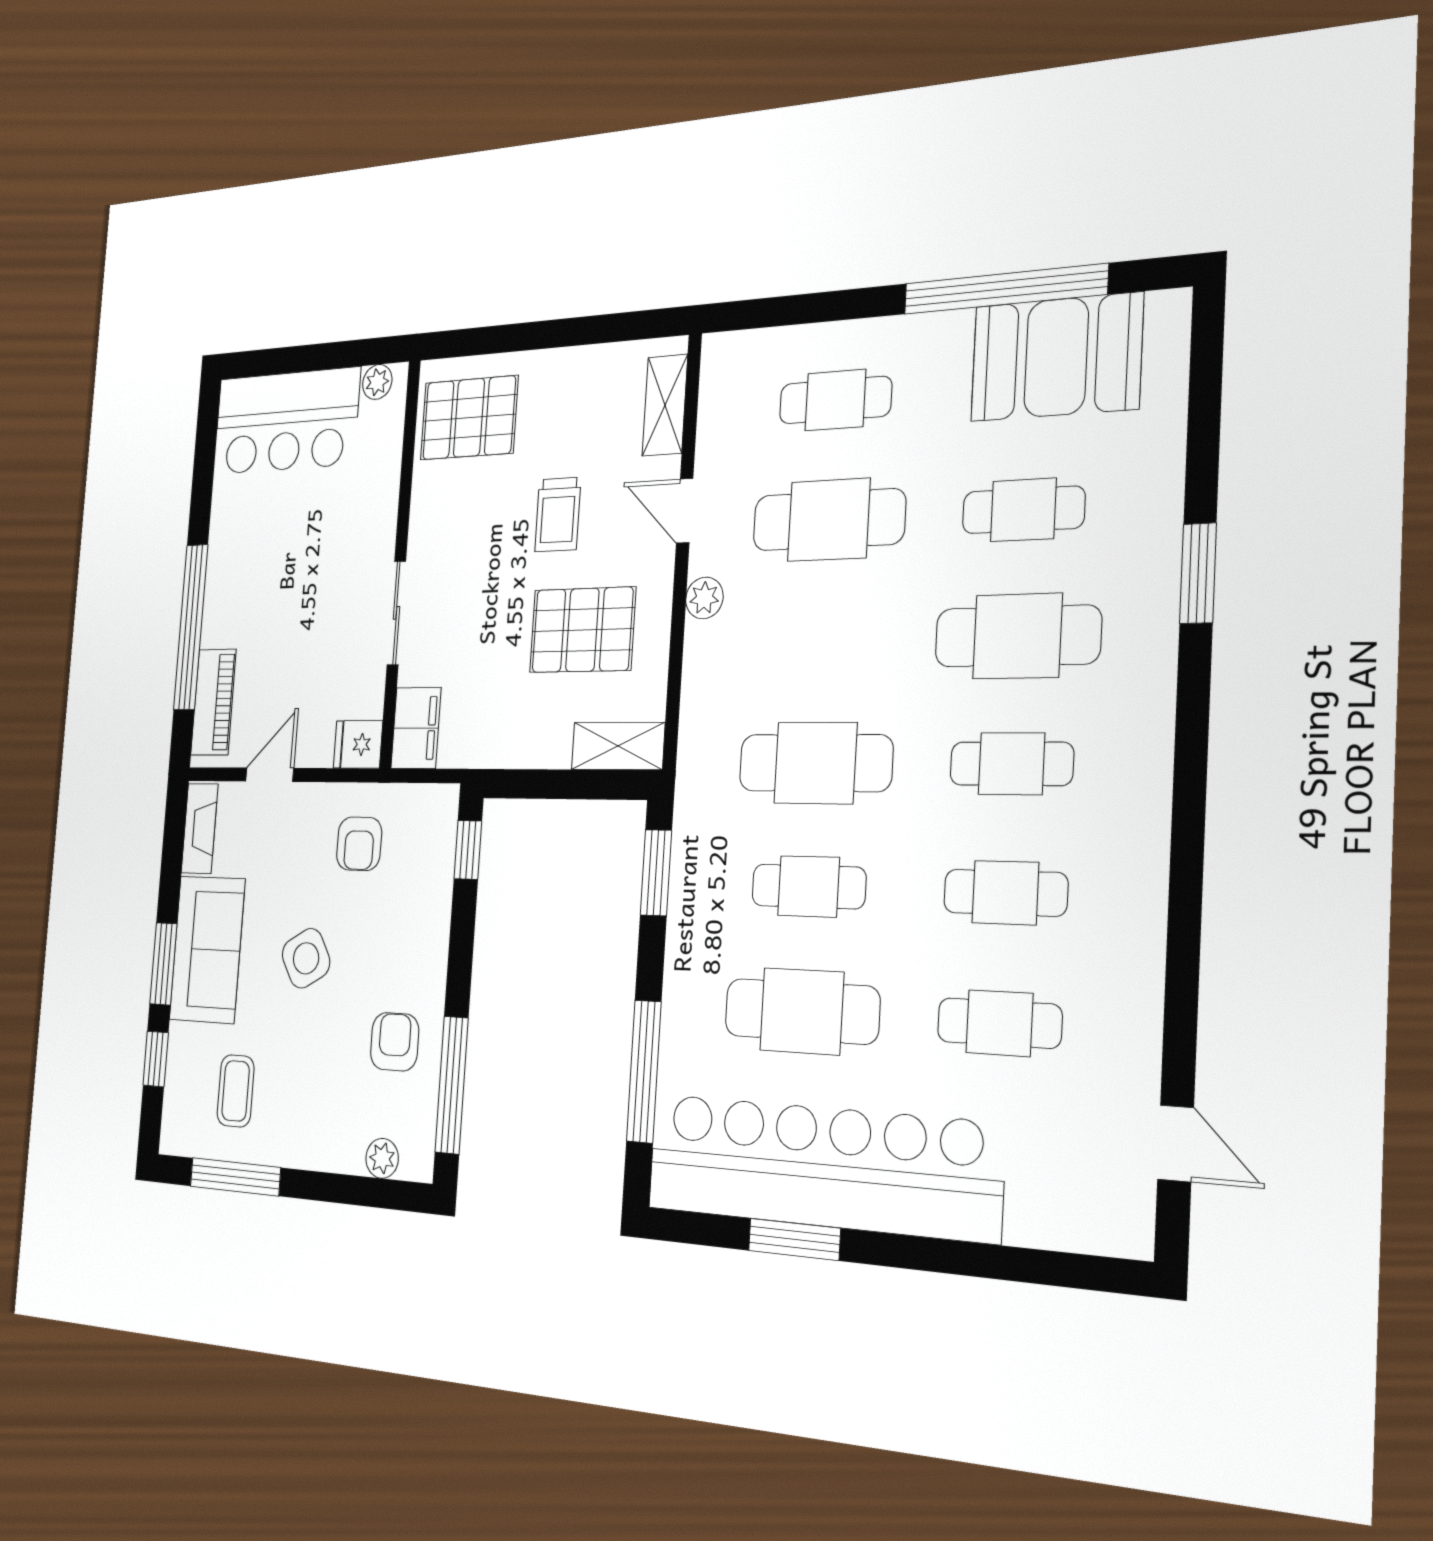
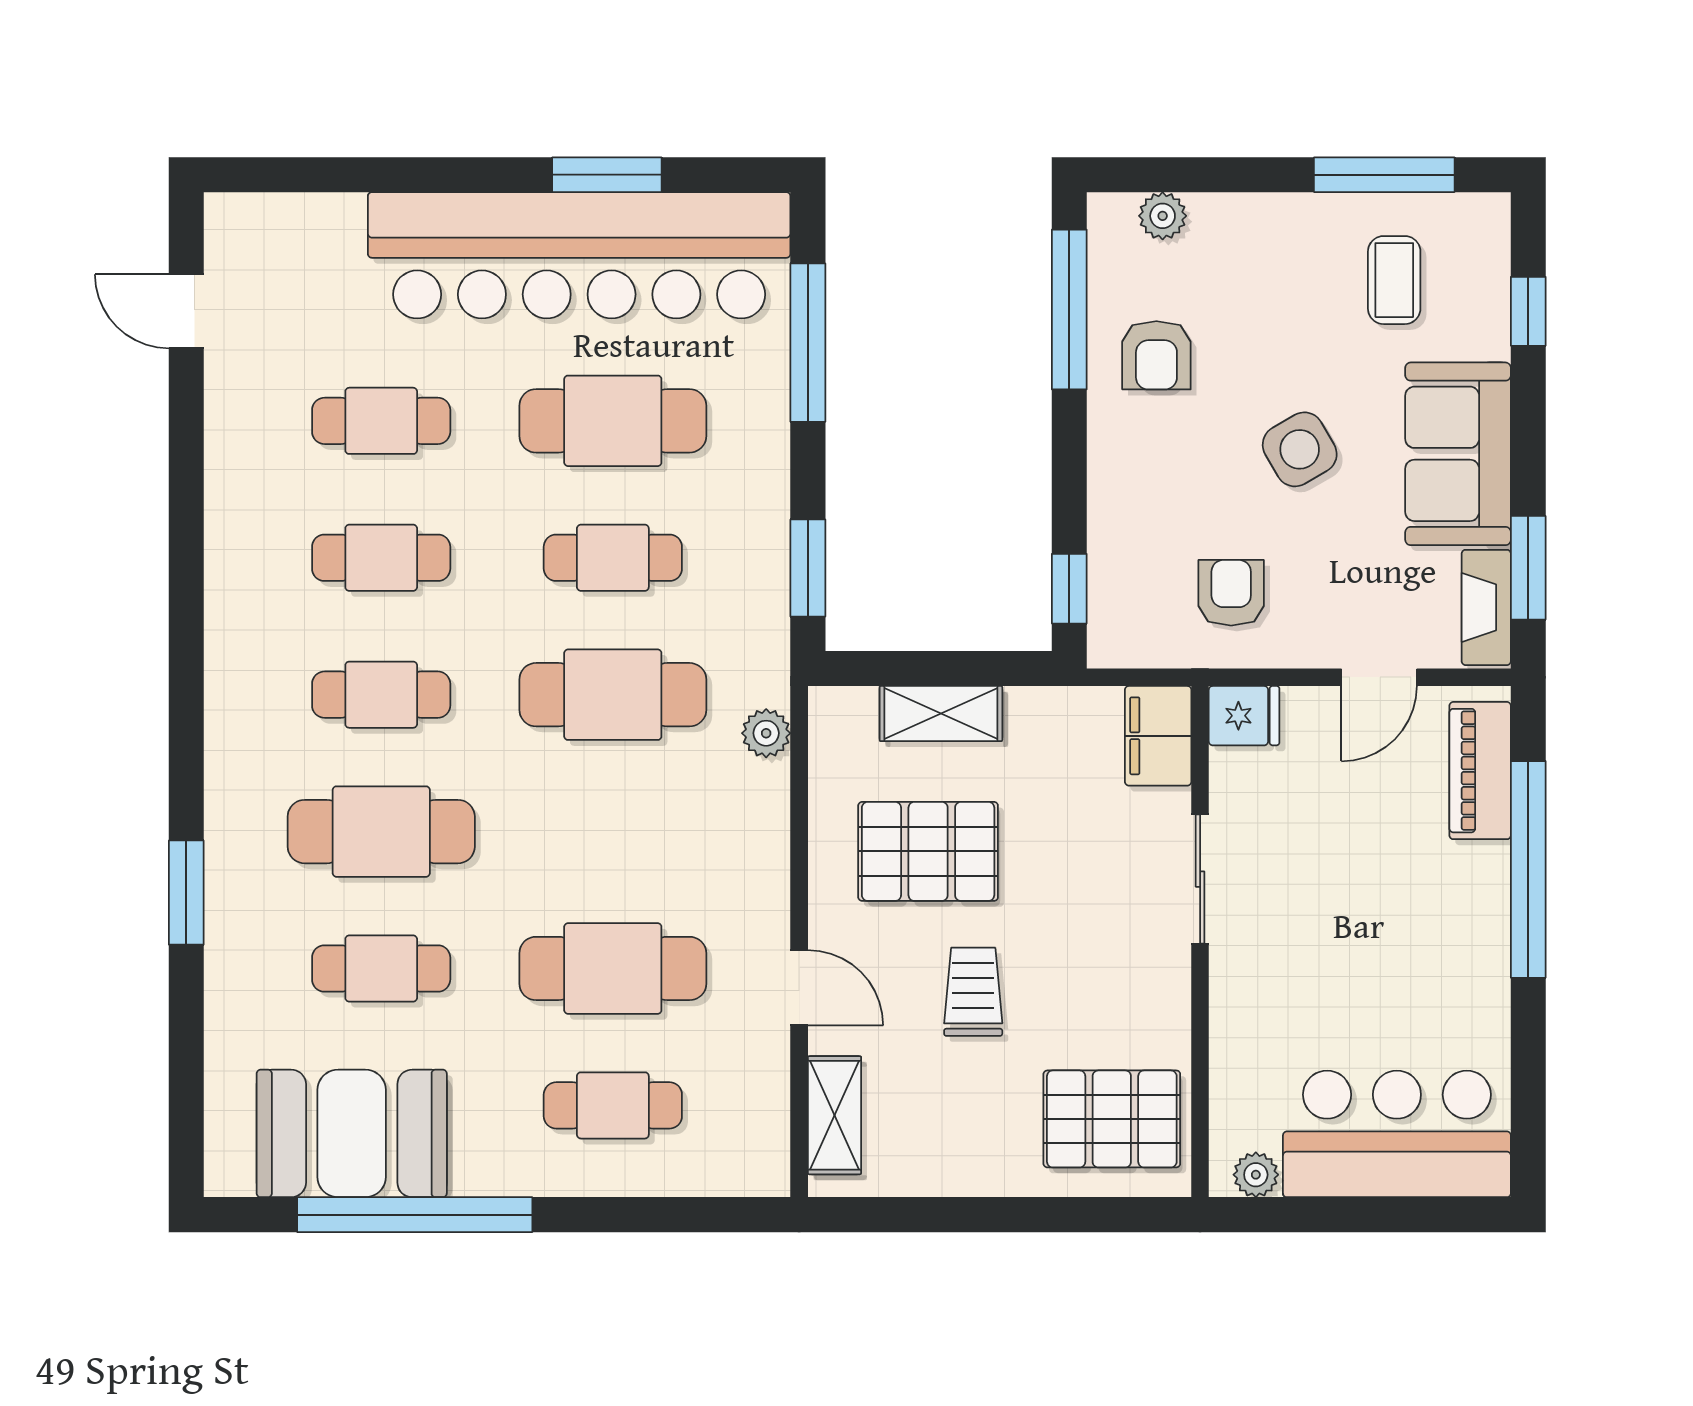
plant: (704, 598) -> (766, 733), moved
shelving: (618, 746) -> (941, 714), moved
window: (163, 964) -> (1528, 568), moved

